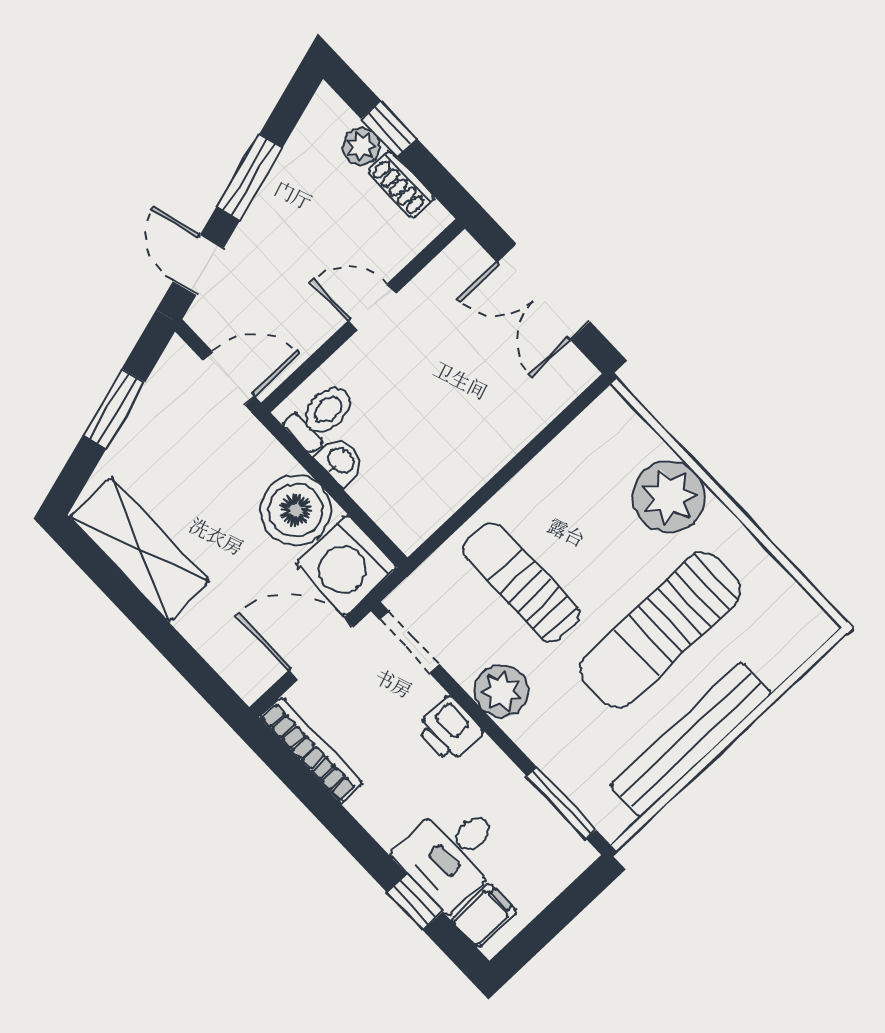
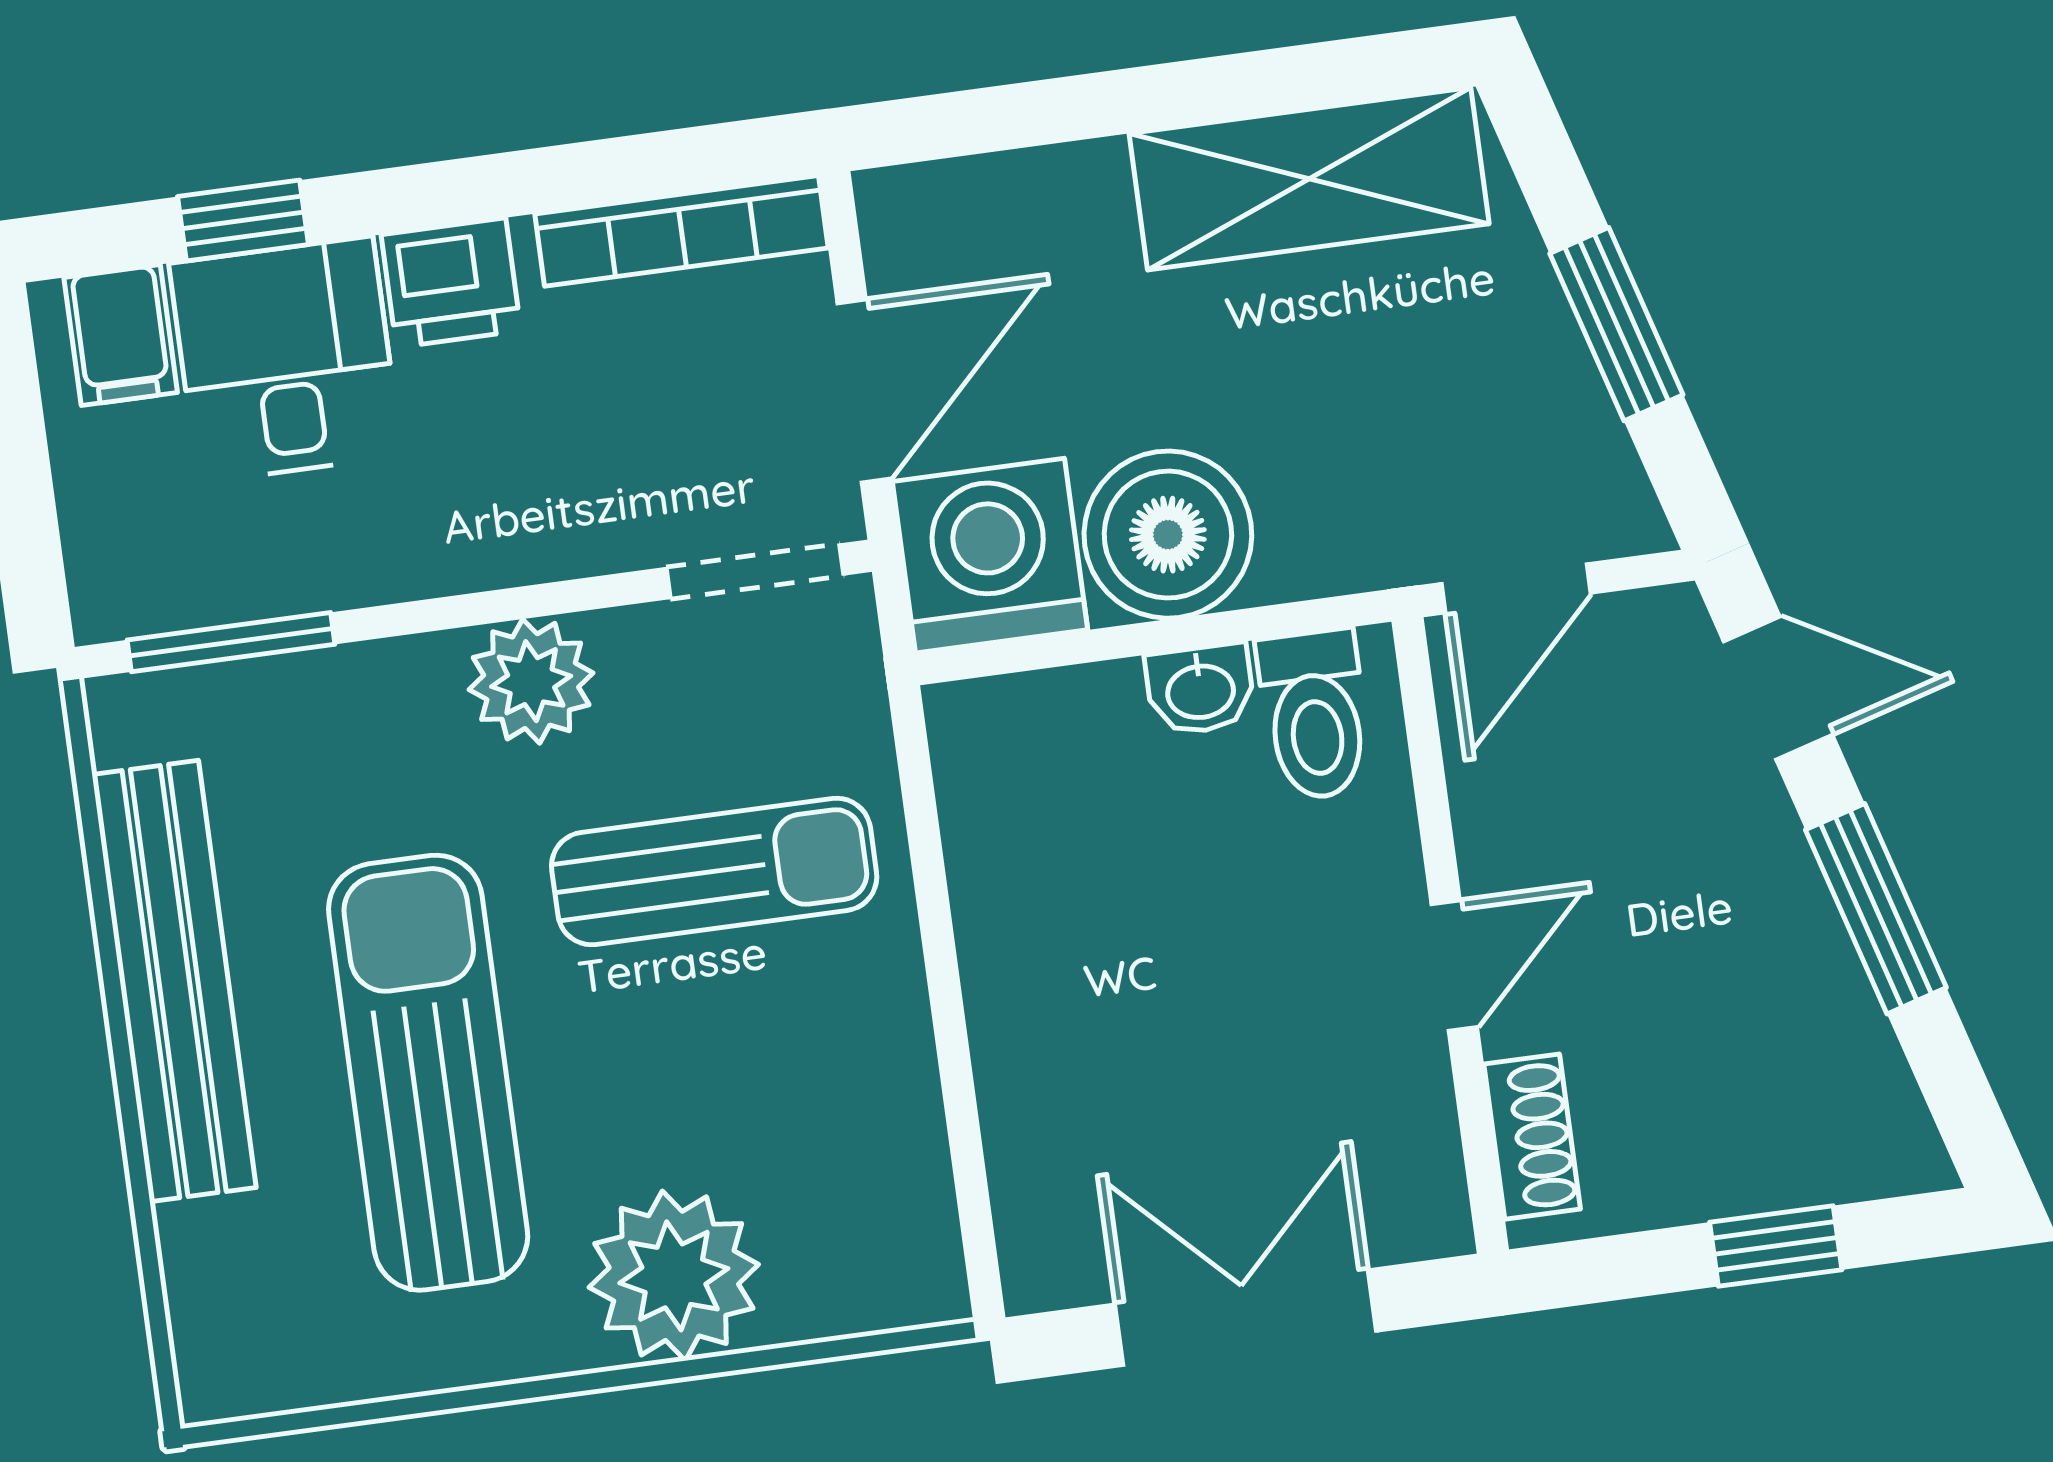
plant: (362, 146) -> (1780, 1168), removed
shoe rack: (401, 185) -> (1532, 1137), moved, turned 90
printer: (450, 729) -> (451, 283), moved, turned 180

